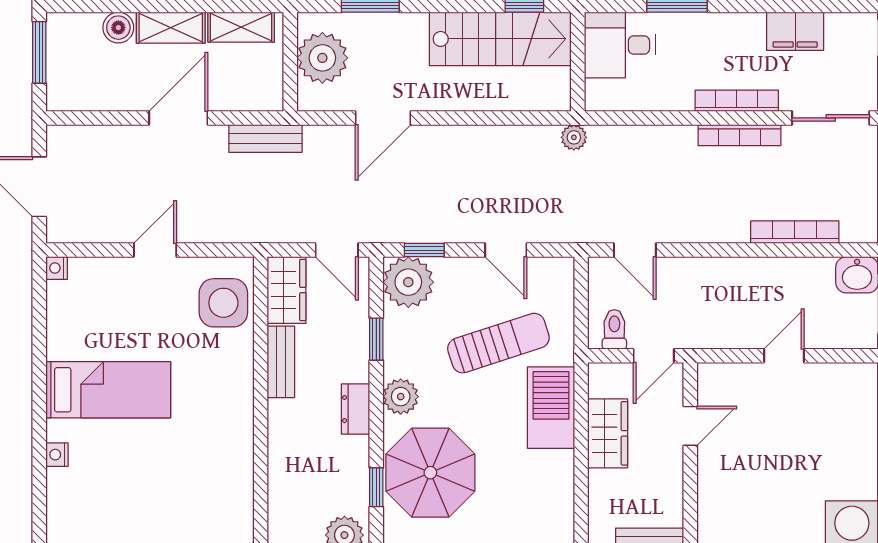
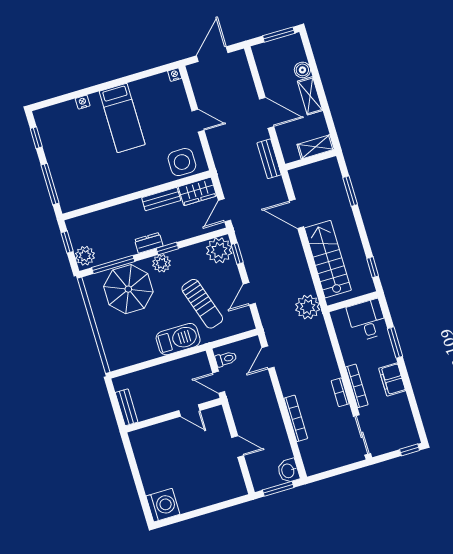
shelving: (241, 27) -> (316, 147), moved, turned 90
filing cabinet: (795, 31) -> (392, 379), moved
stairs: (500, 39) -> (328, 259), moved, turned 180
plant: (322, 58) -> (317, 175), removed
bookcase: (739, 135) -> (340, 392), width x0.64
plant: (574, 137) -> (308, 307), width x1.88, depth x1.88
bookcase: (795, 232) -> (296, 418), moved
window: (376, 339) -> (167, 248), moved
wardrobe: (608, 433) -> (174, 371), removed
window: (376, 487) -> (113, 264), width x2.17

